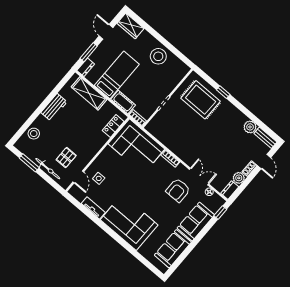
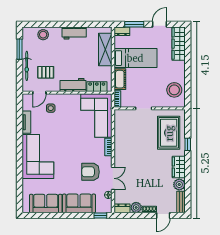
wardrobe: (131, 26) -> (179, 44), width x1.50
stool: (158, 56) -> (174, 90), moved
wardrobe: (235, 115) -> (179, 167), added
workbench: (95, 144) -> (73, 85), added

